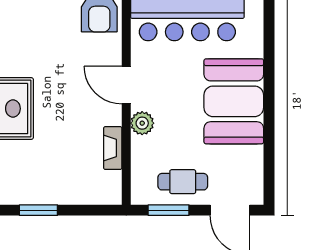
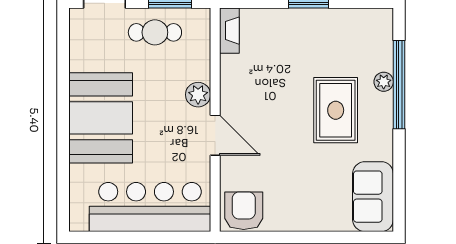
fireplace: (113, 148) -> (229, 31), moved

